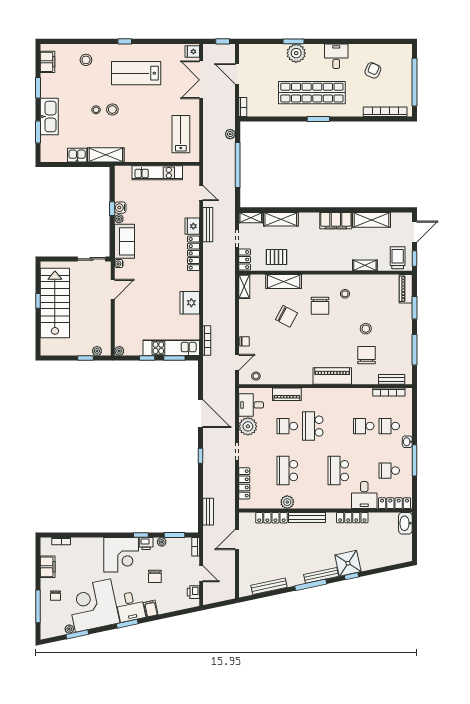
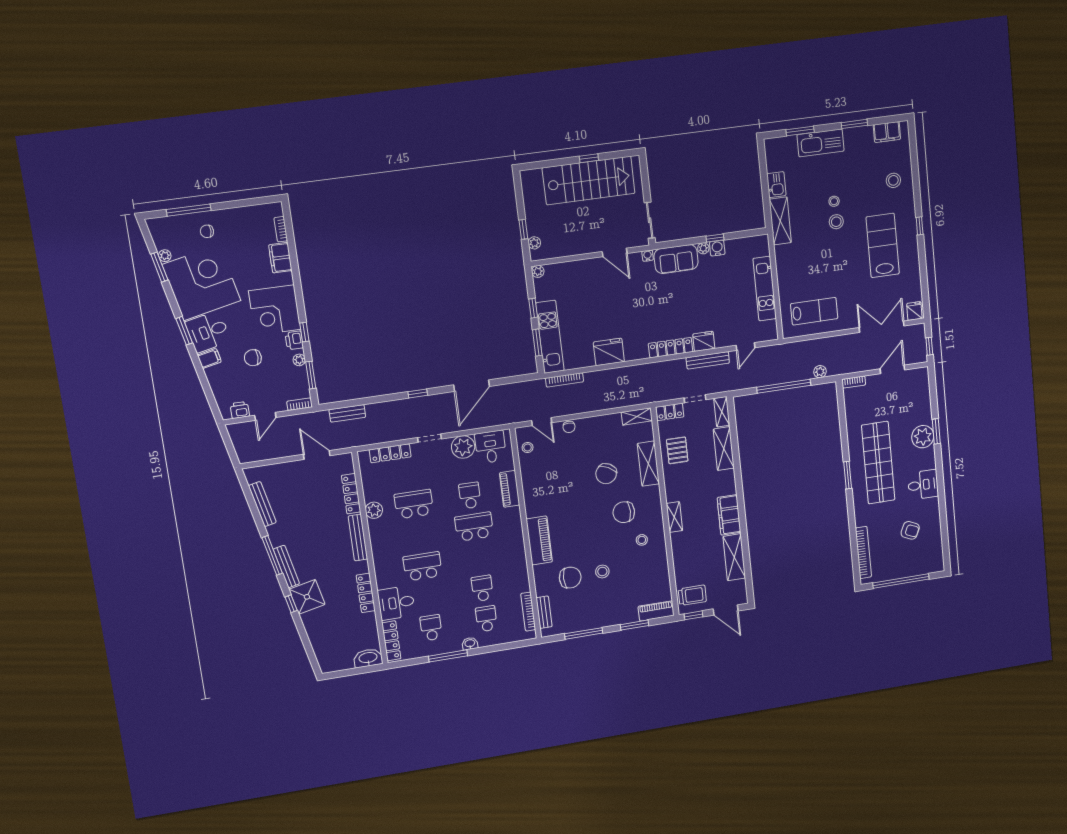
shelving: (365, 265) -> (674, 517), moved
filing cabinet: (48, 567) -> (280, 258), moved, turned 90

